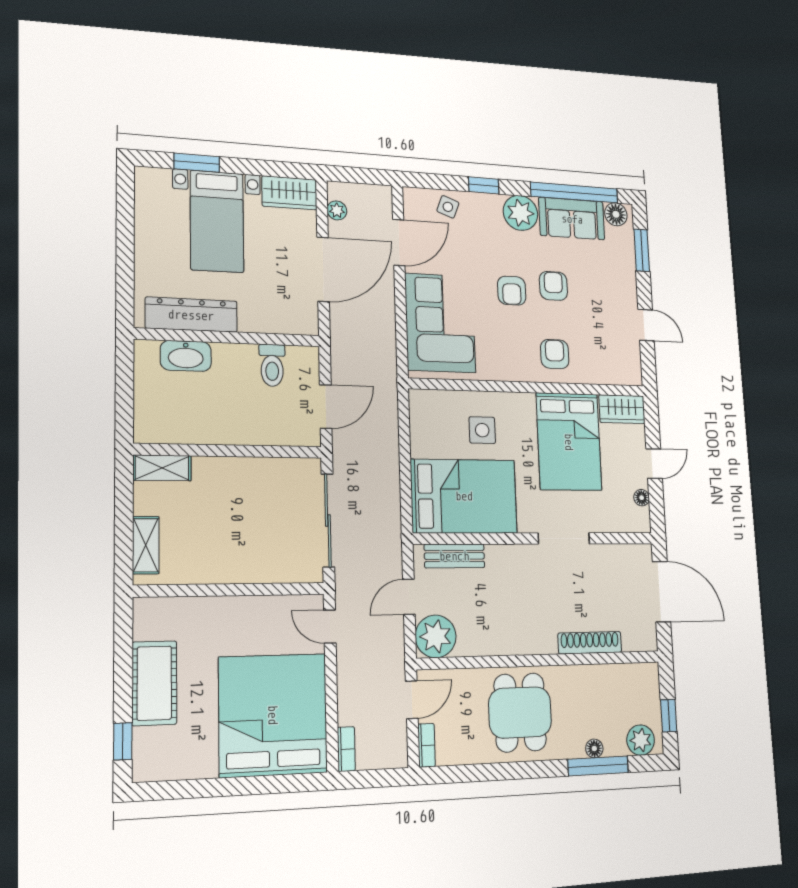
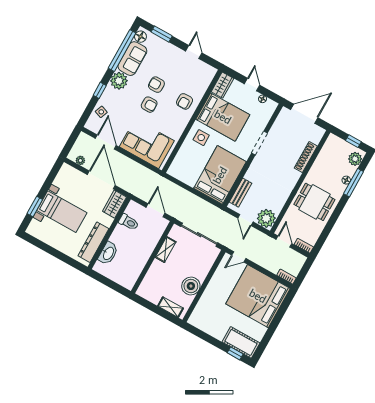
wardrobe: (289, 193) -> (114, 204), moved, turned 180
door: (646, 325) -> (194, 52), hinge flipped
armchair: (555, 354) -> (185, 101), turned -90
side table: (482, 430) -> (201, 138), moved
shelving: (162, 468) -> (166, 250), moved
boiler: (215, 563) -> (191, 286), added
cot: (154, 683) -> (241, 342), moved

